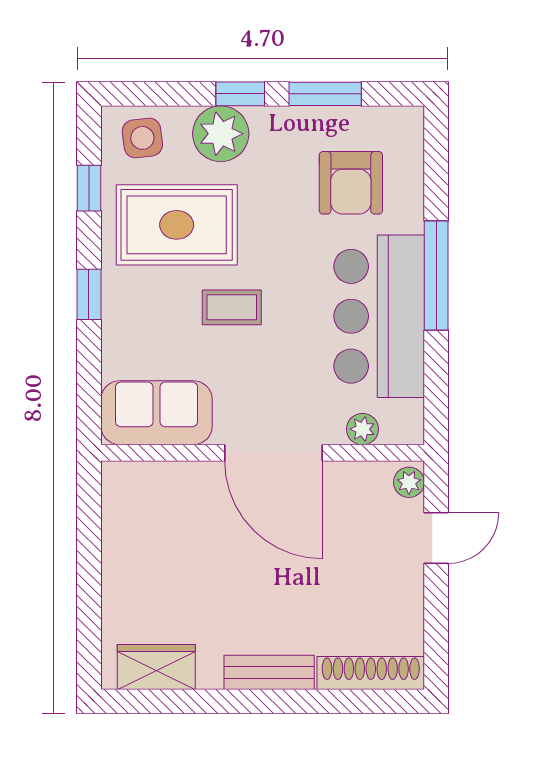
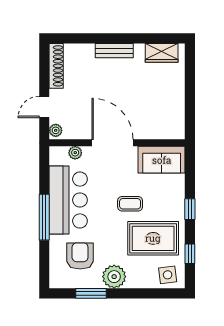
window: (240, 94) -> (126, 293), removed
plant: (221, 134) -> (114, 277), moved
shoe rack: (371, 673) -> (56, 66), moved, turned -90

